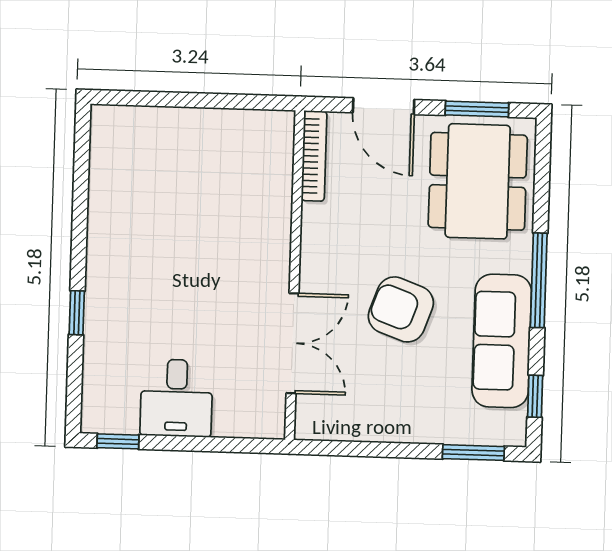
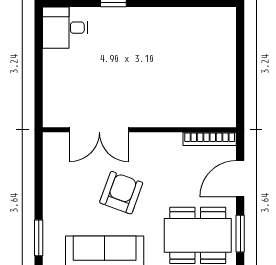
desk: (176, 398) -> (65, 28), moved
window: (118, 441) -> (39, 29), removed

